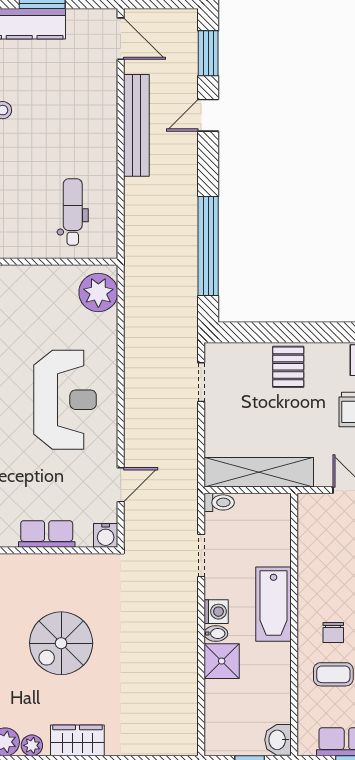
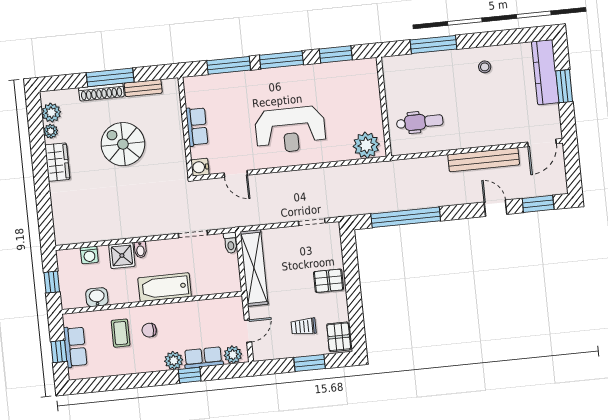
washing machine: (216, 612) -> (89, 255), moved
washbasin: (278, 740) -> (97, 297), moved

